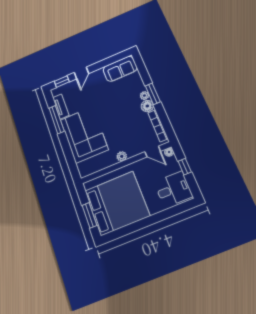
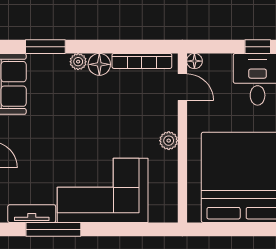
window: (153, 94) -> (45, 47), moved
door: (153, 152) -> (182, 87), hinge flipped
window: (185, 167) -> (258, 47), moved
window: (89, 215) -> (245, 229), removed

